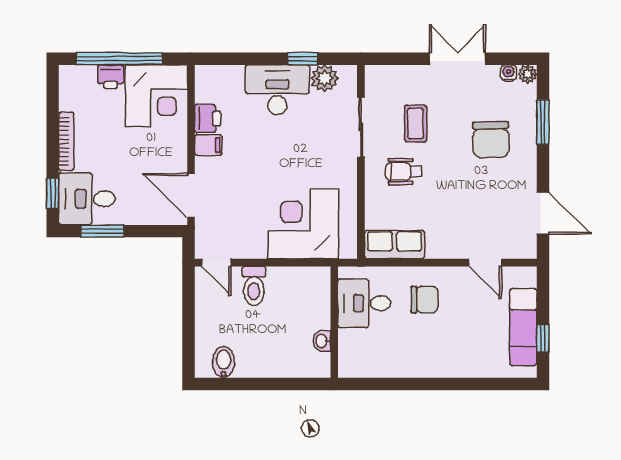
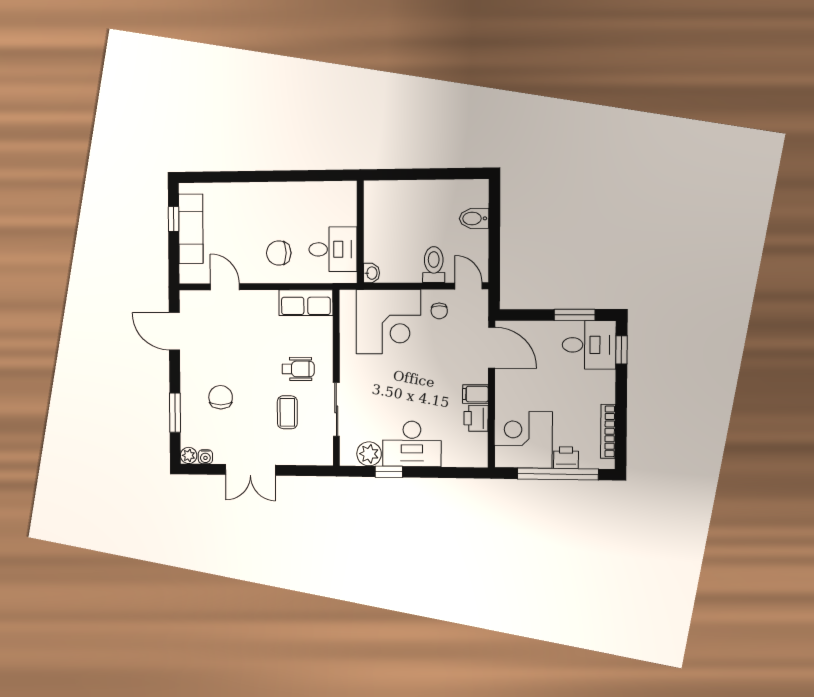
chair: (491, 140) -> (221, 397), width x0.73, depth x0.73
bookcase: (66, 141) -> (608, 431), moved
chair: (248, 236) -> (439, 311), added
washbasin: (322, 341) -> (371, 273), moved
bidet: (224, 362) -> (474, 218), moved, turned 90

